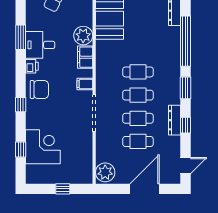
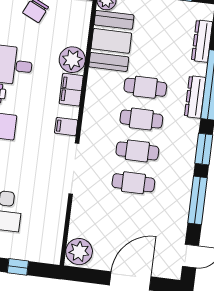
dresser: (174, 120) -> (195, 97), moved
window: (185, 125) -> (197, 200), width x2.17
cafe table: (138, 141) -> (145, 87), moved

